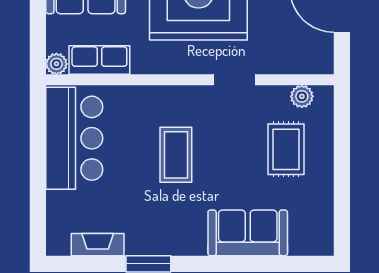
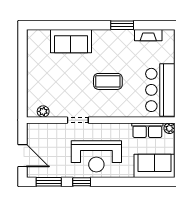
rug: (286, 149) -> (51, 84), removed
coffee table: (176, 155) -> (108, 81), turned 90

